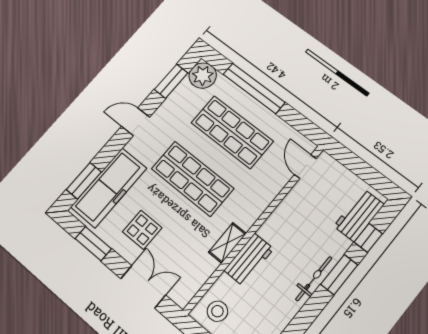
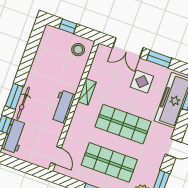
window: (93, 244) -> (159, 59), moved
workbench: (249, 260) -> (63, 107), moved
bicycle: (314, 279) -> (23, 103), moved

